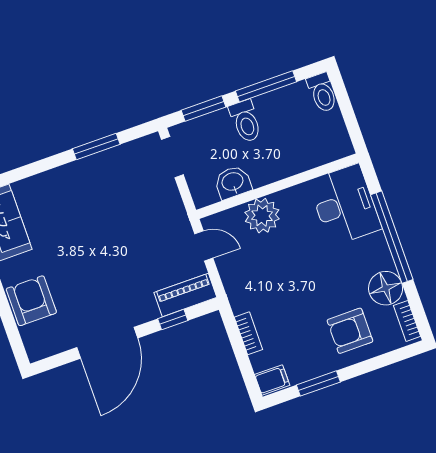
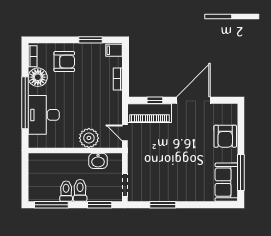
window: (266, 86) -> (51, 205), moved
toilet: (322, 93) -> (66, 191), moved
desk: (345, 205) -> (44, 115), moved
piano: (185, 295) -> (149, 113), width x1.37, depth x1.33

